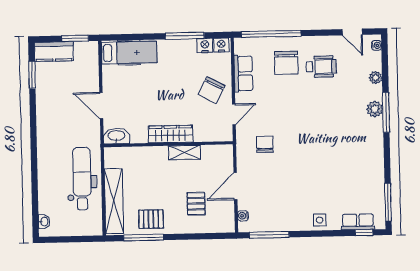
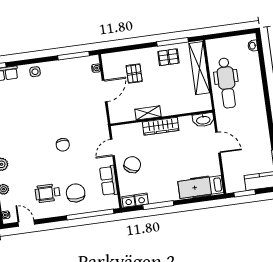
chair: (265, 144) -> (63, 145), moved

